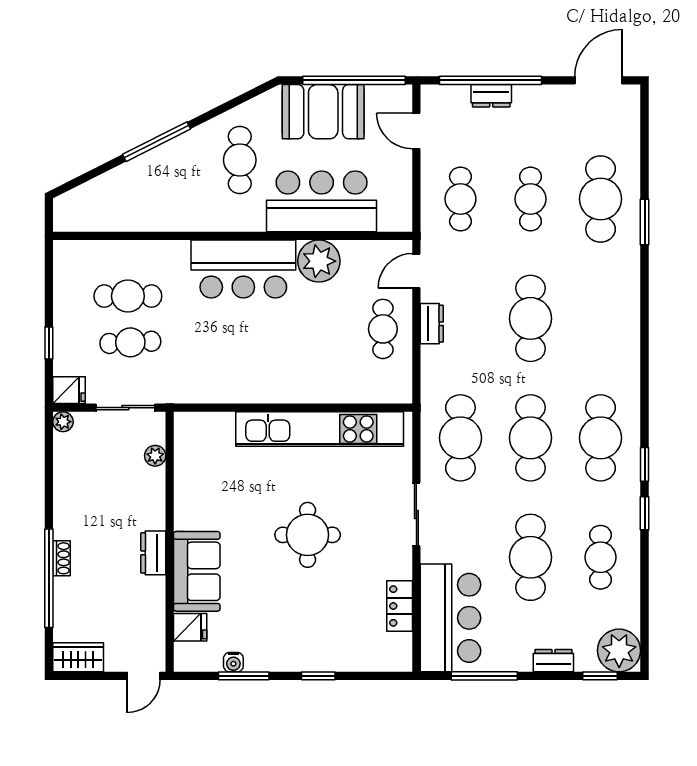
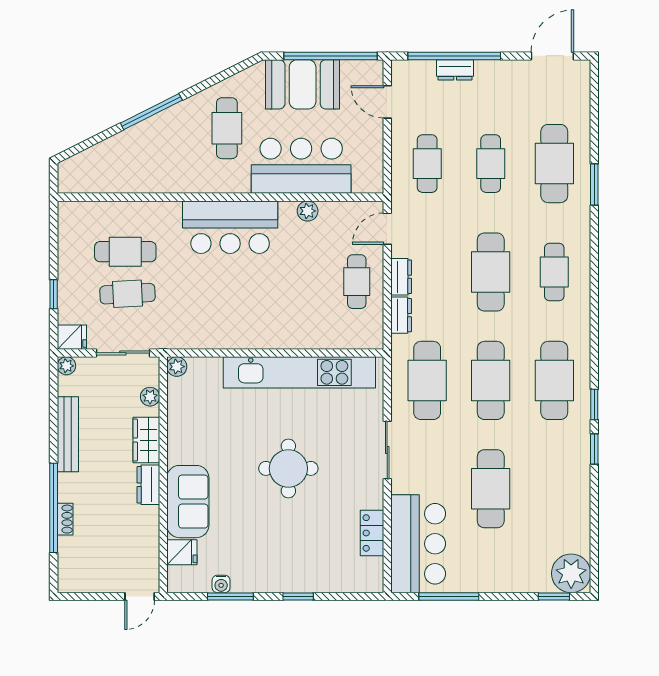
plant: (319, 261) -> (308, 211), width x0.53, depth x0.53
plant: (185, 423) -> (177, 367), added
bench: (65, 497) -> (68, 434), added
cafe table: (601, 557) -> (554, 272), moved
shoe rack: (62, 558) -> (65, 519), moved
wardrobe: (78, 657) -> (146, 440), moved, turned -90
dresser: (553, 661) -> (401, 315), moved, turned 90

